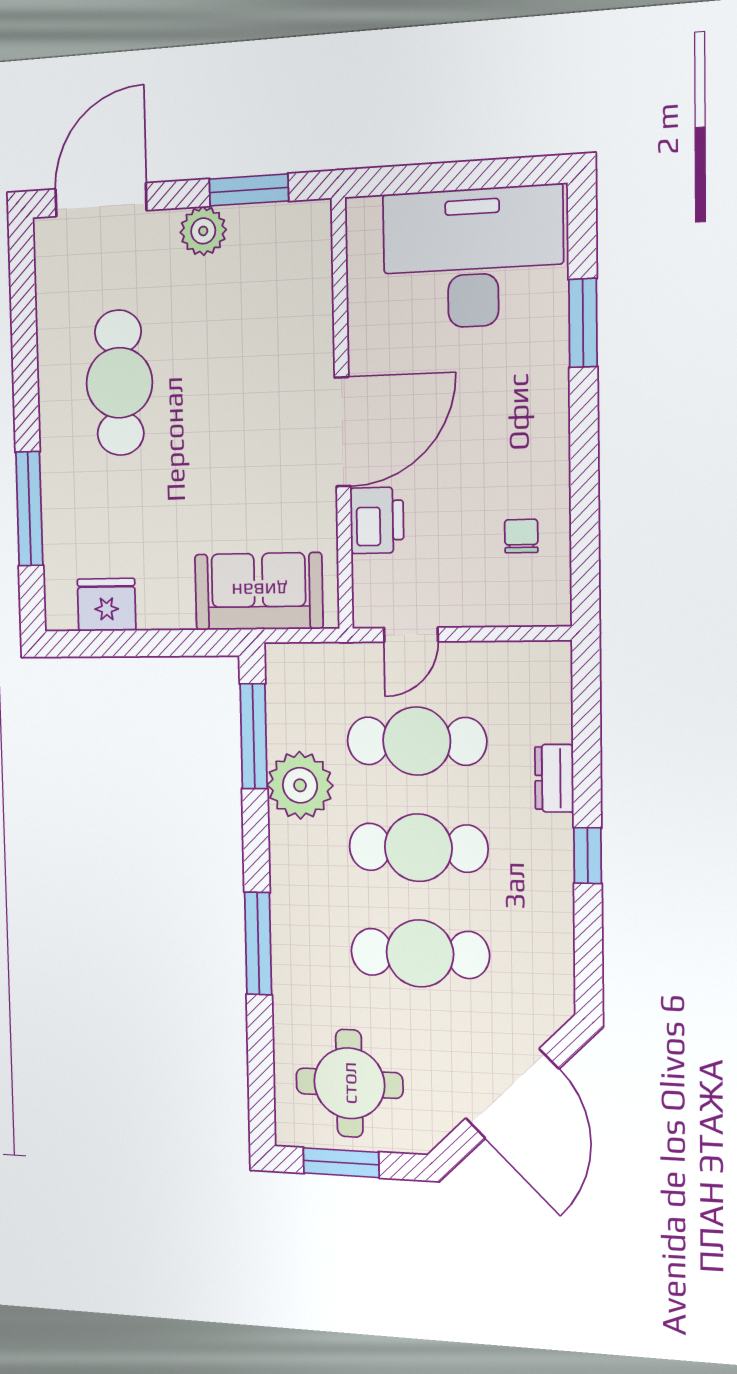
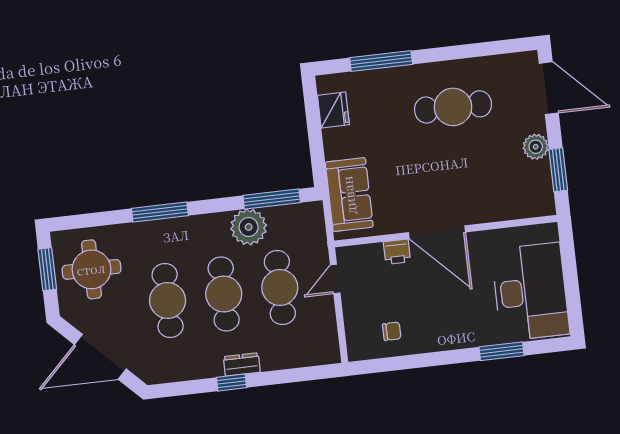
printer: (377, 520) -> (397, 252), width x0.73, depth x0.81
door: (411, 635) -> (335, 279), hinge flipped
dresser: (554, 778) -> (242, 364), moved

